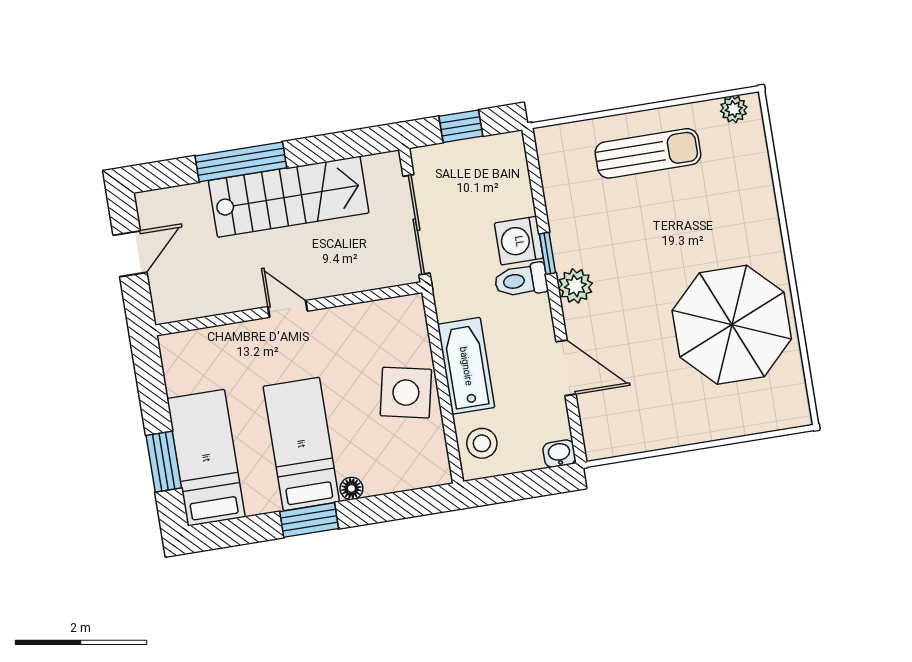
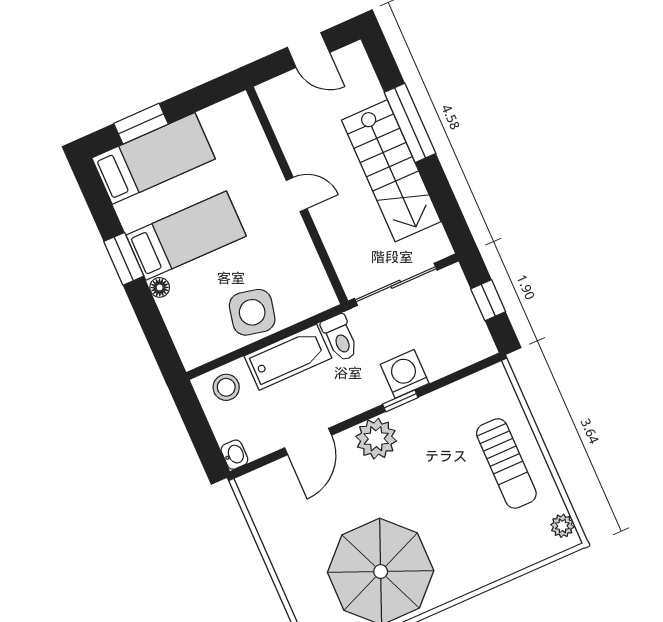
toilet: (521, 280) -> (340, 338), moved, turned 180
plant: (575, 286) -> (376, 439), width x1.36, depth x1.36
door: (288, 309) -> (297, 195), hinge flipped

